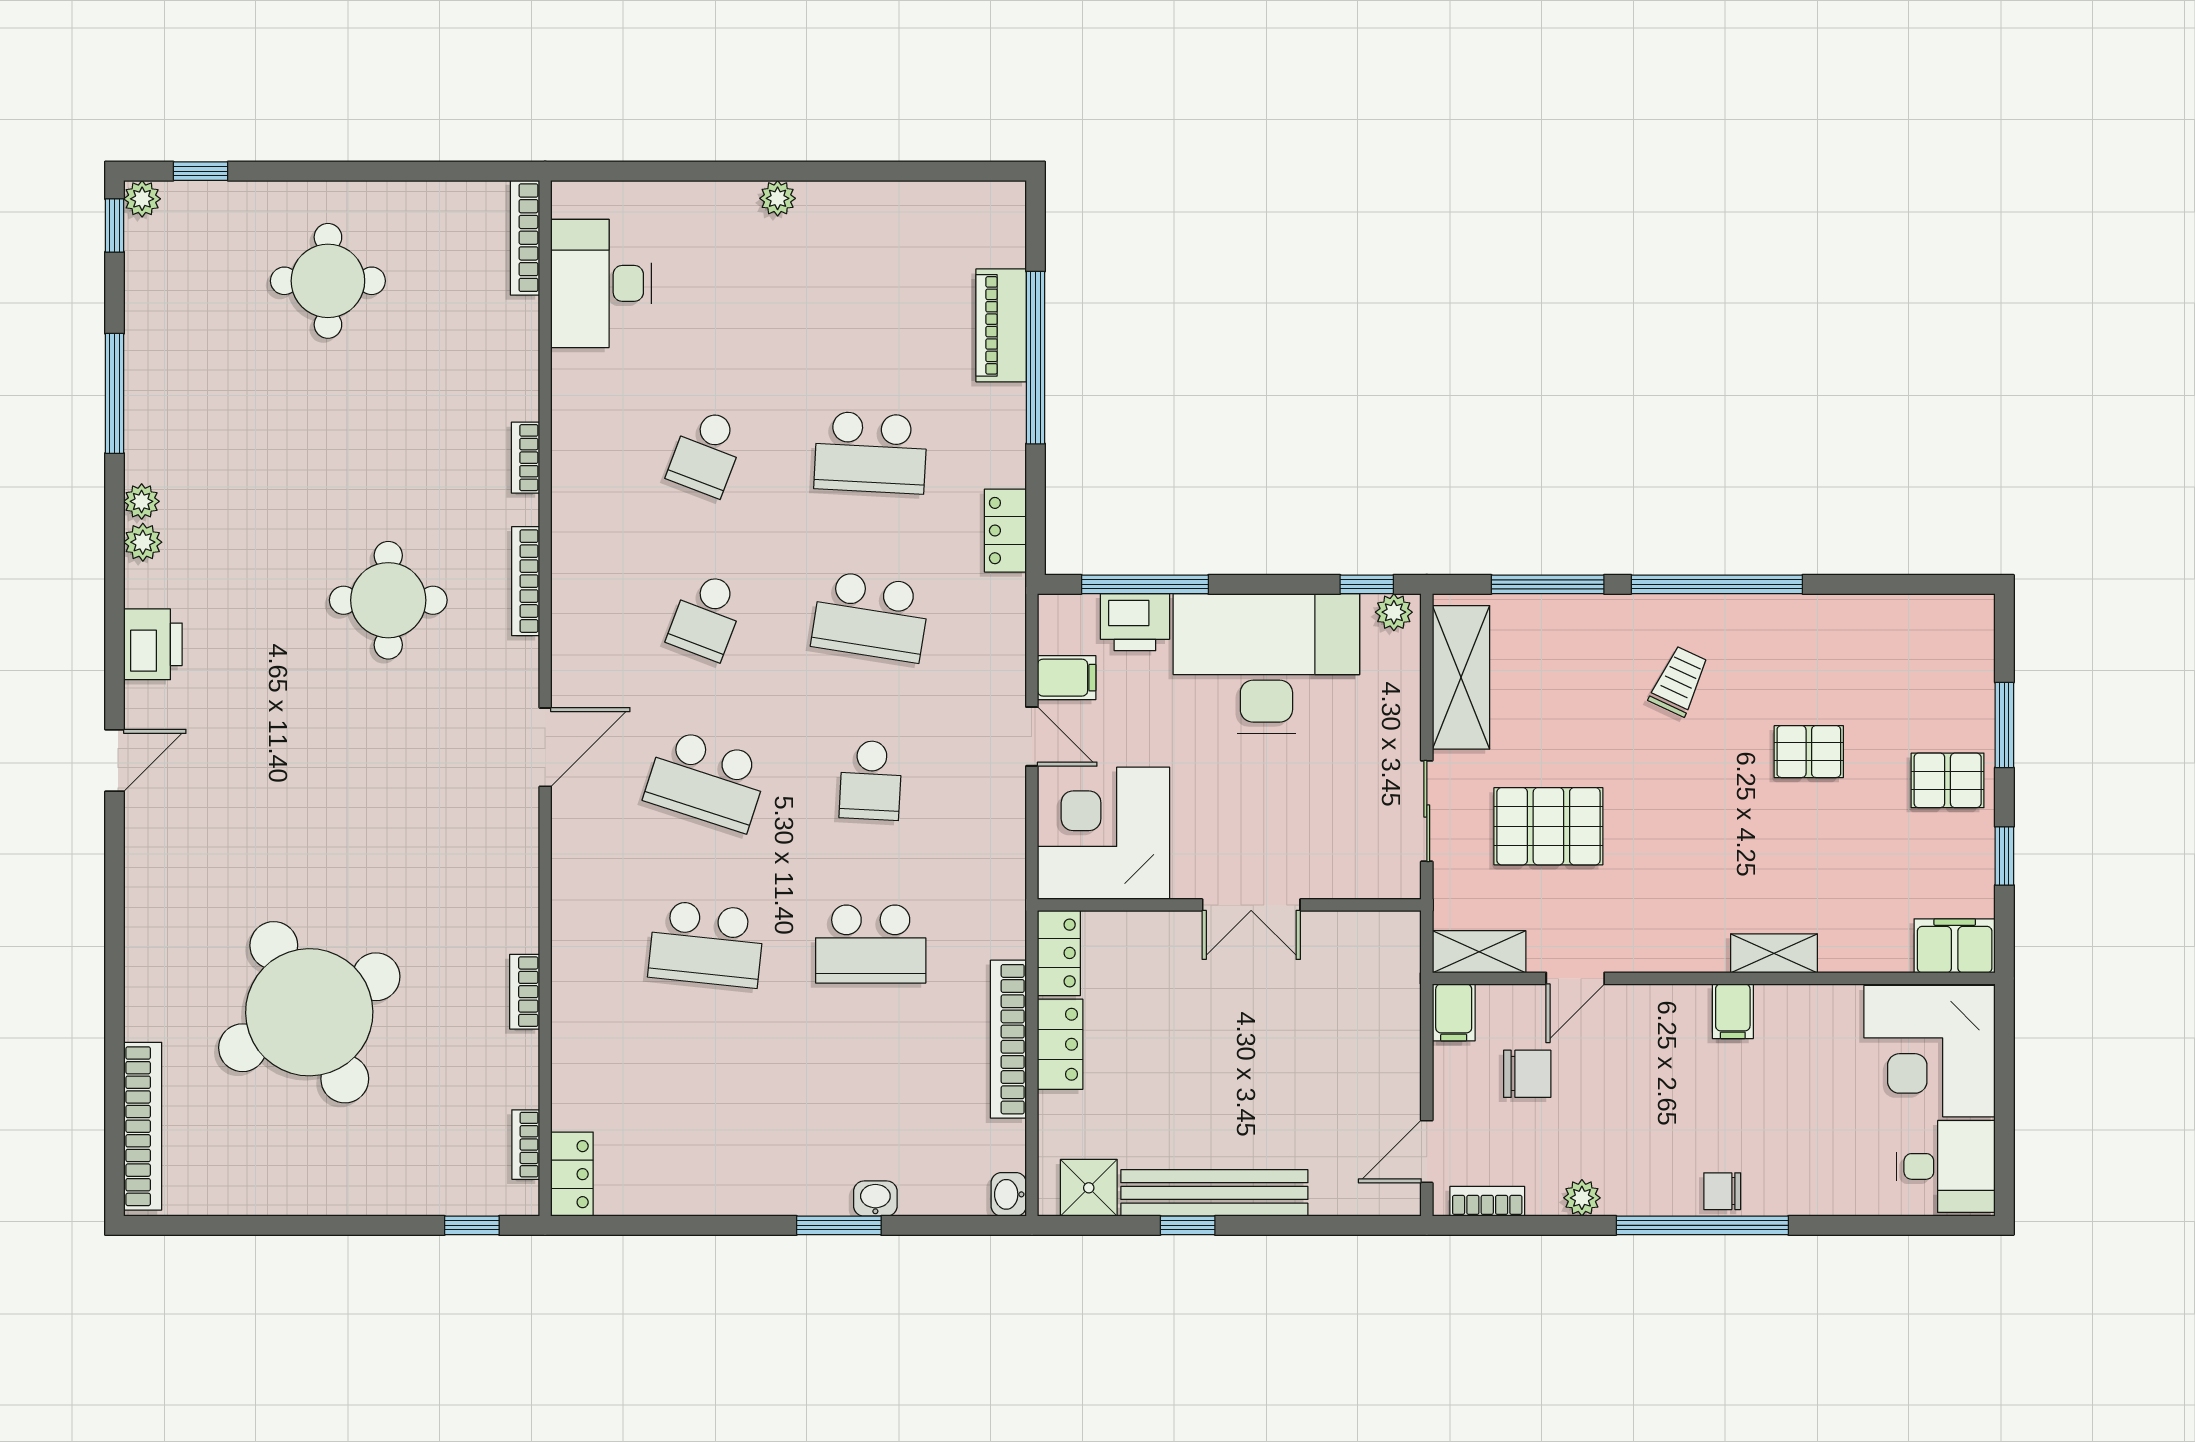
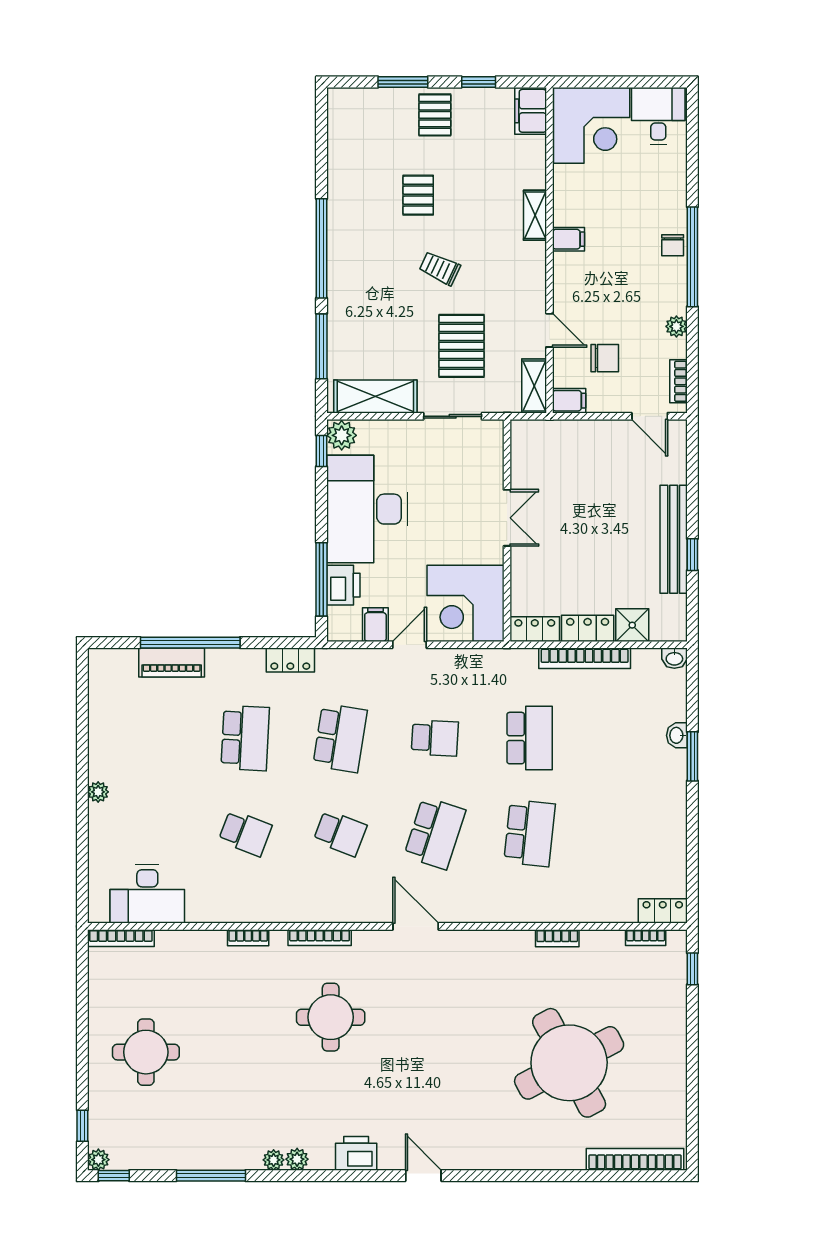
plant: (1394, 612) -> (342, 435), width x1.38, depth x1.38
trolley: (1679, 681) -> (440, 268), moved
chair: (1527, 1074) -> (605, 358), turned 90
shower: (1089, 1188) -> (632, 625), moved

